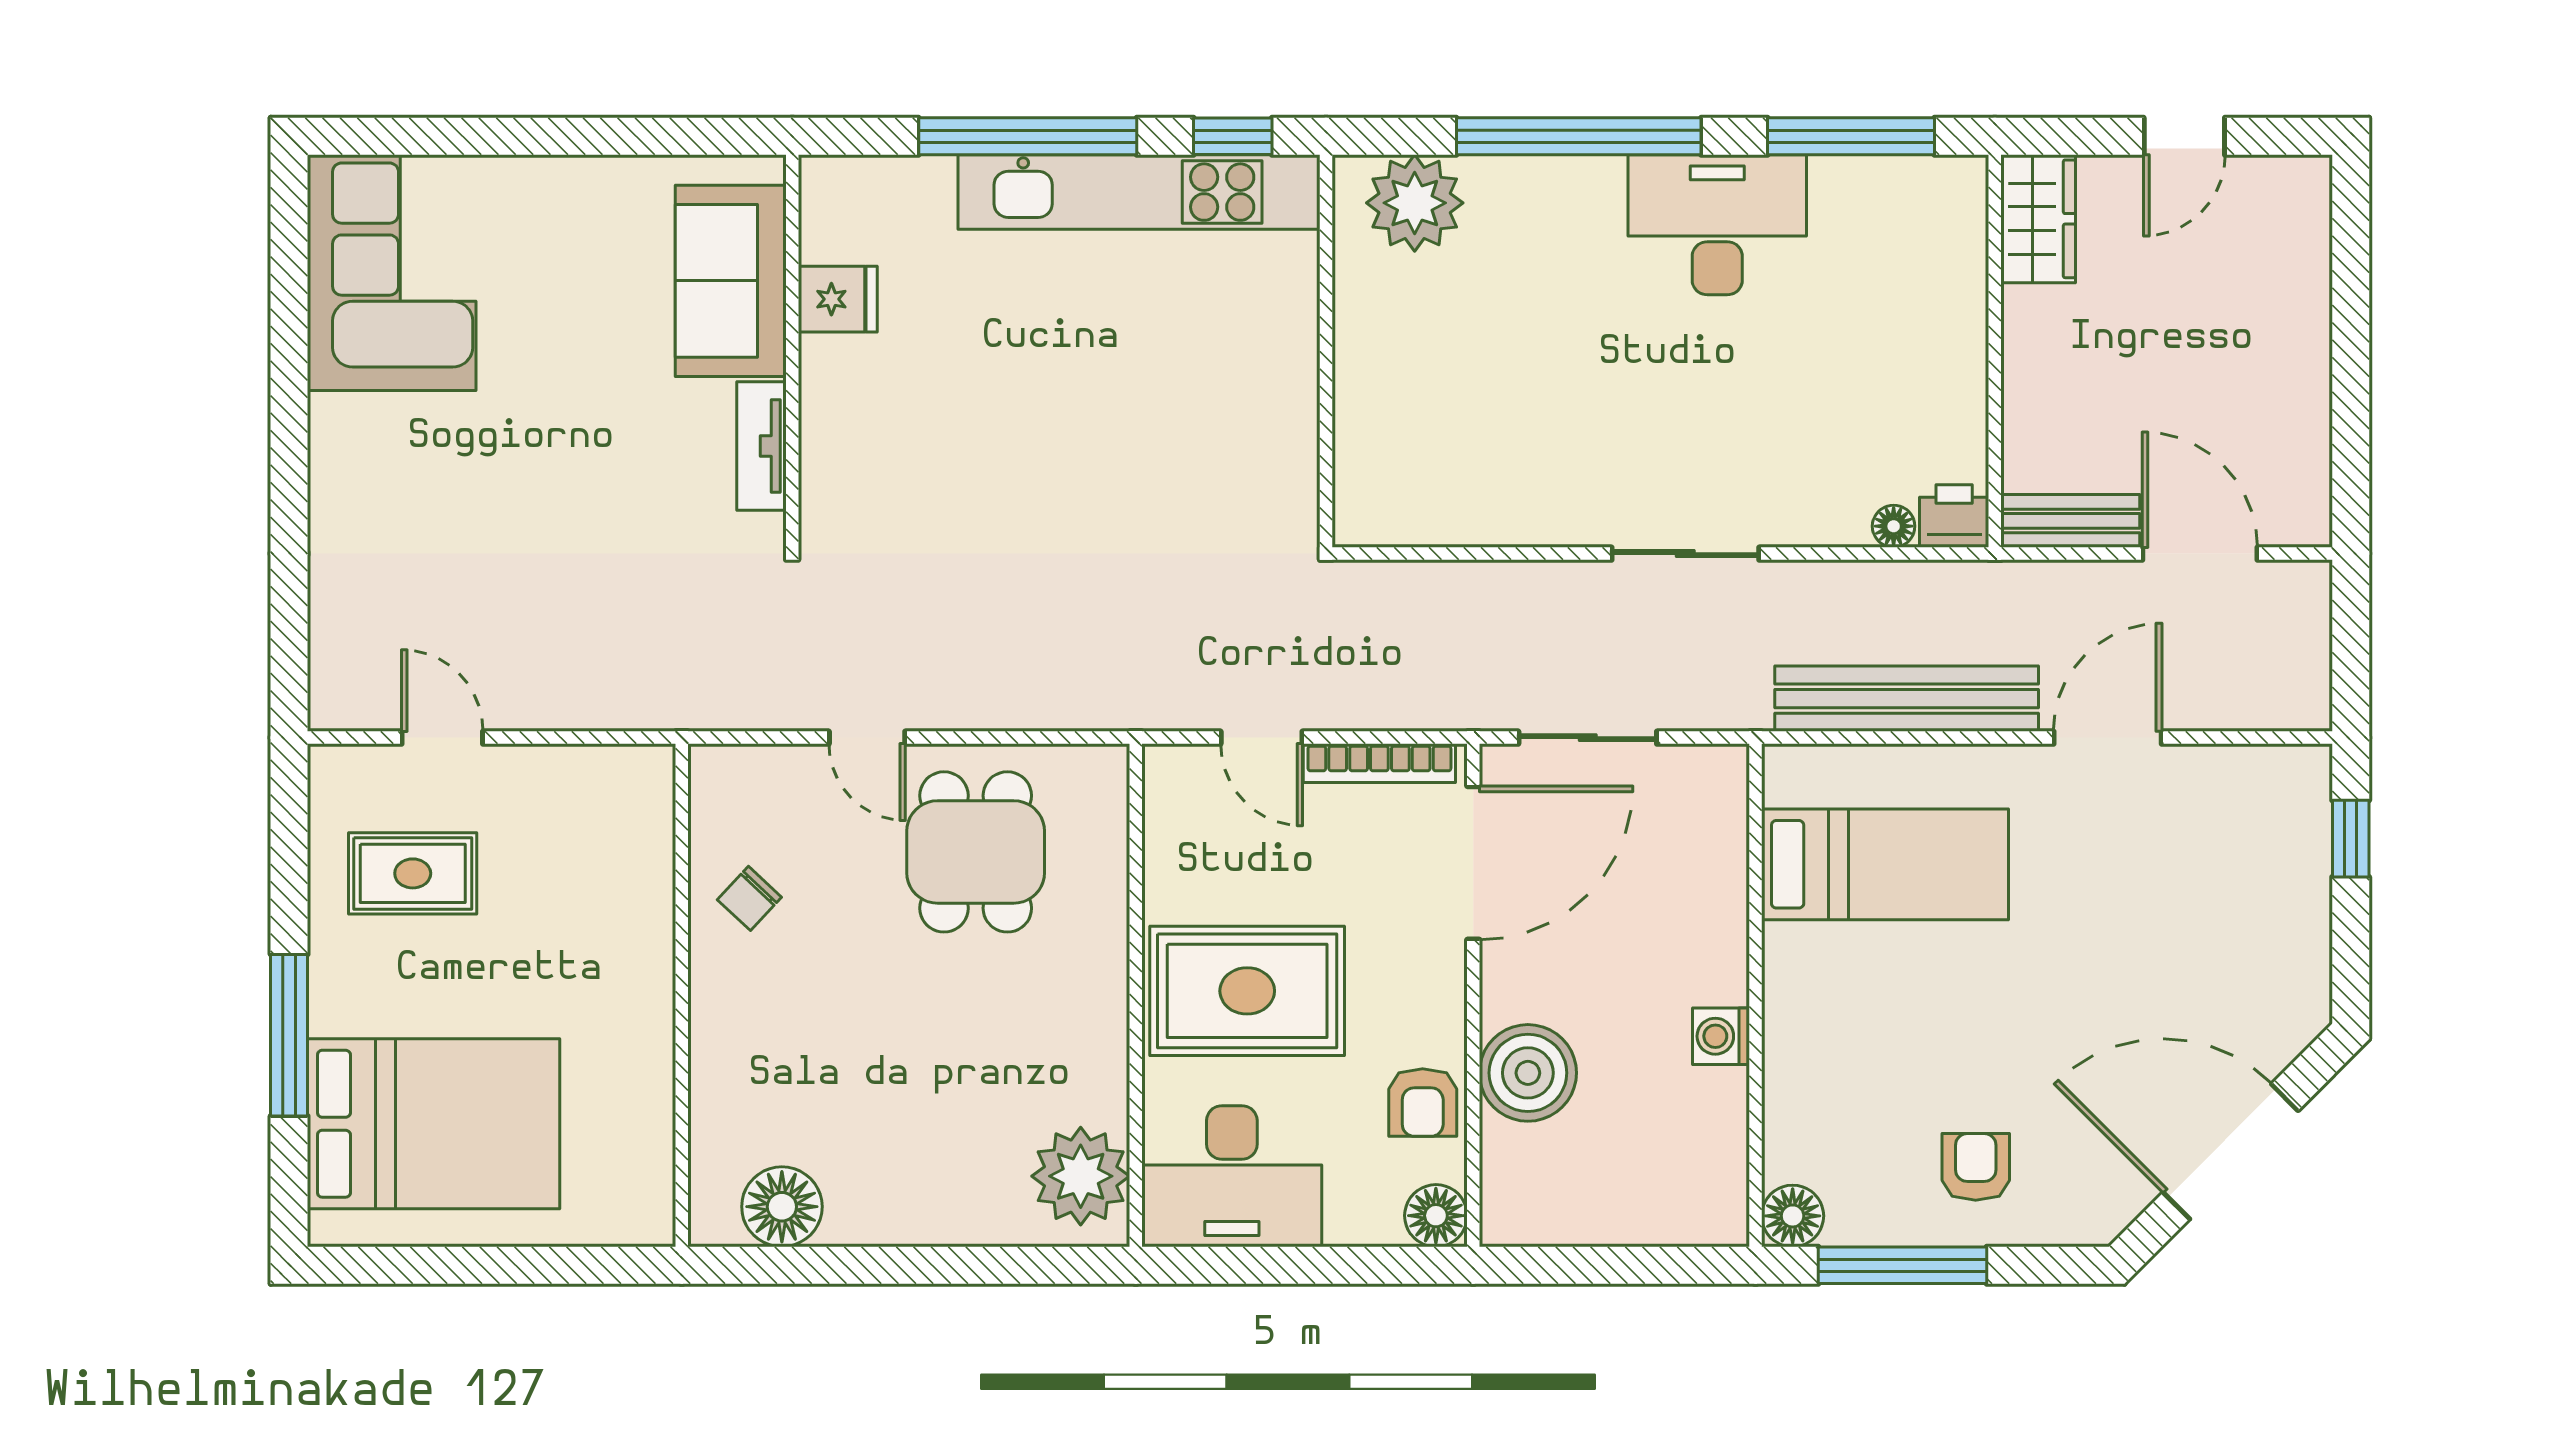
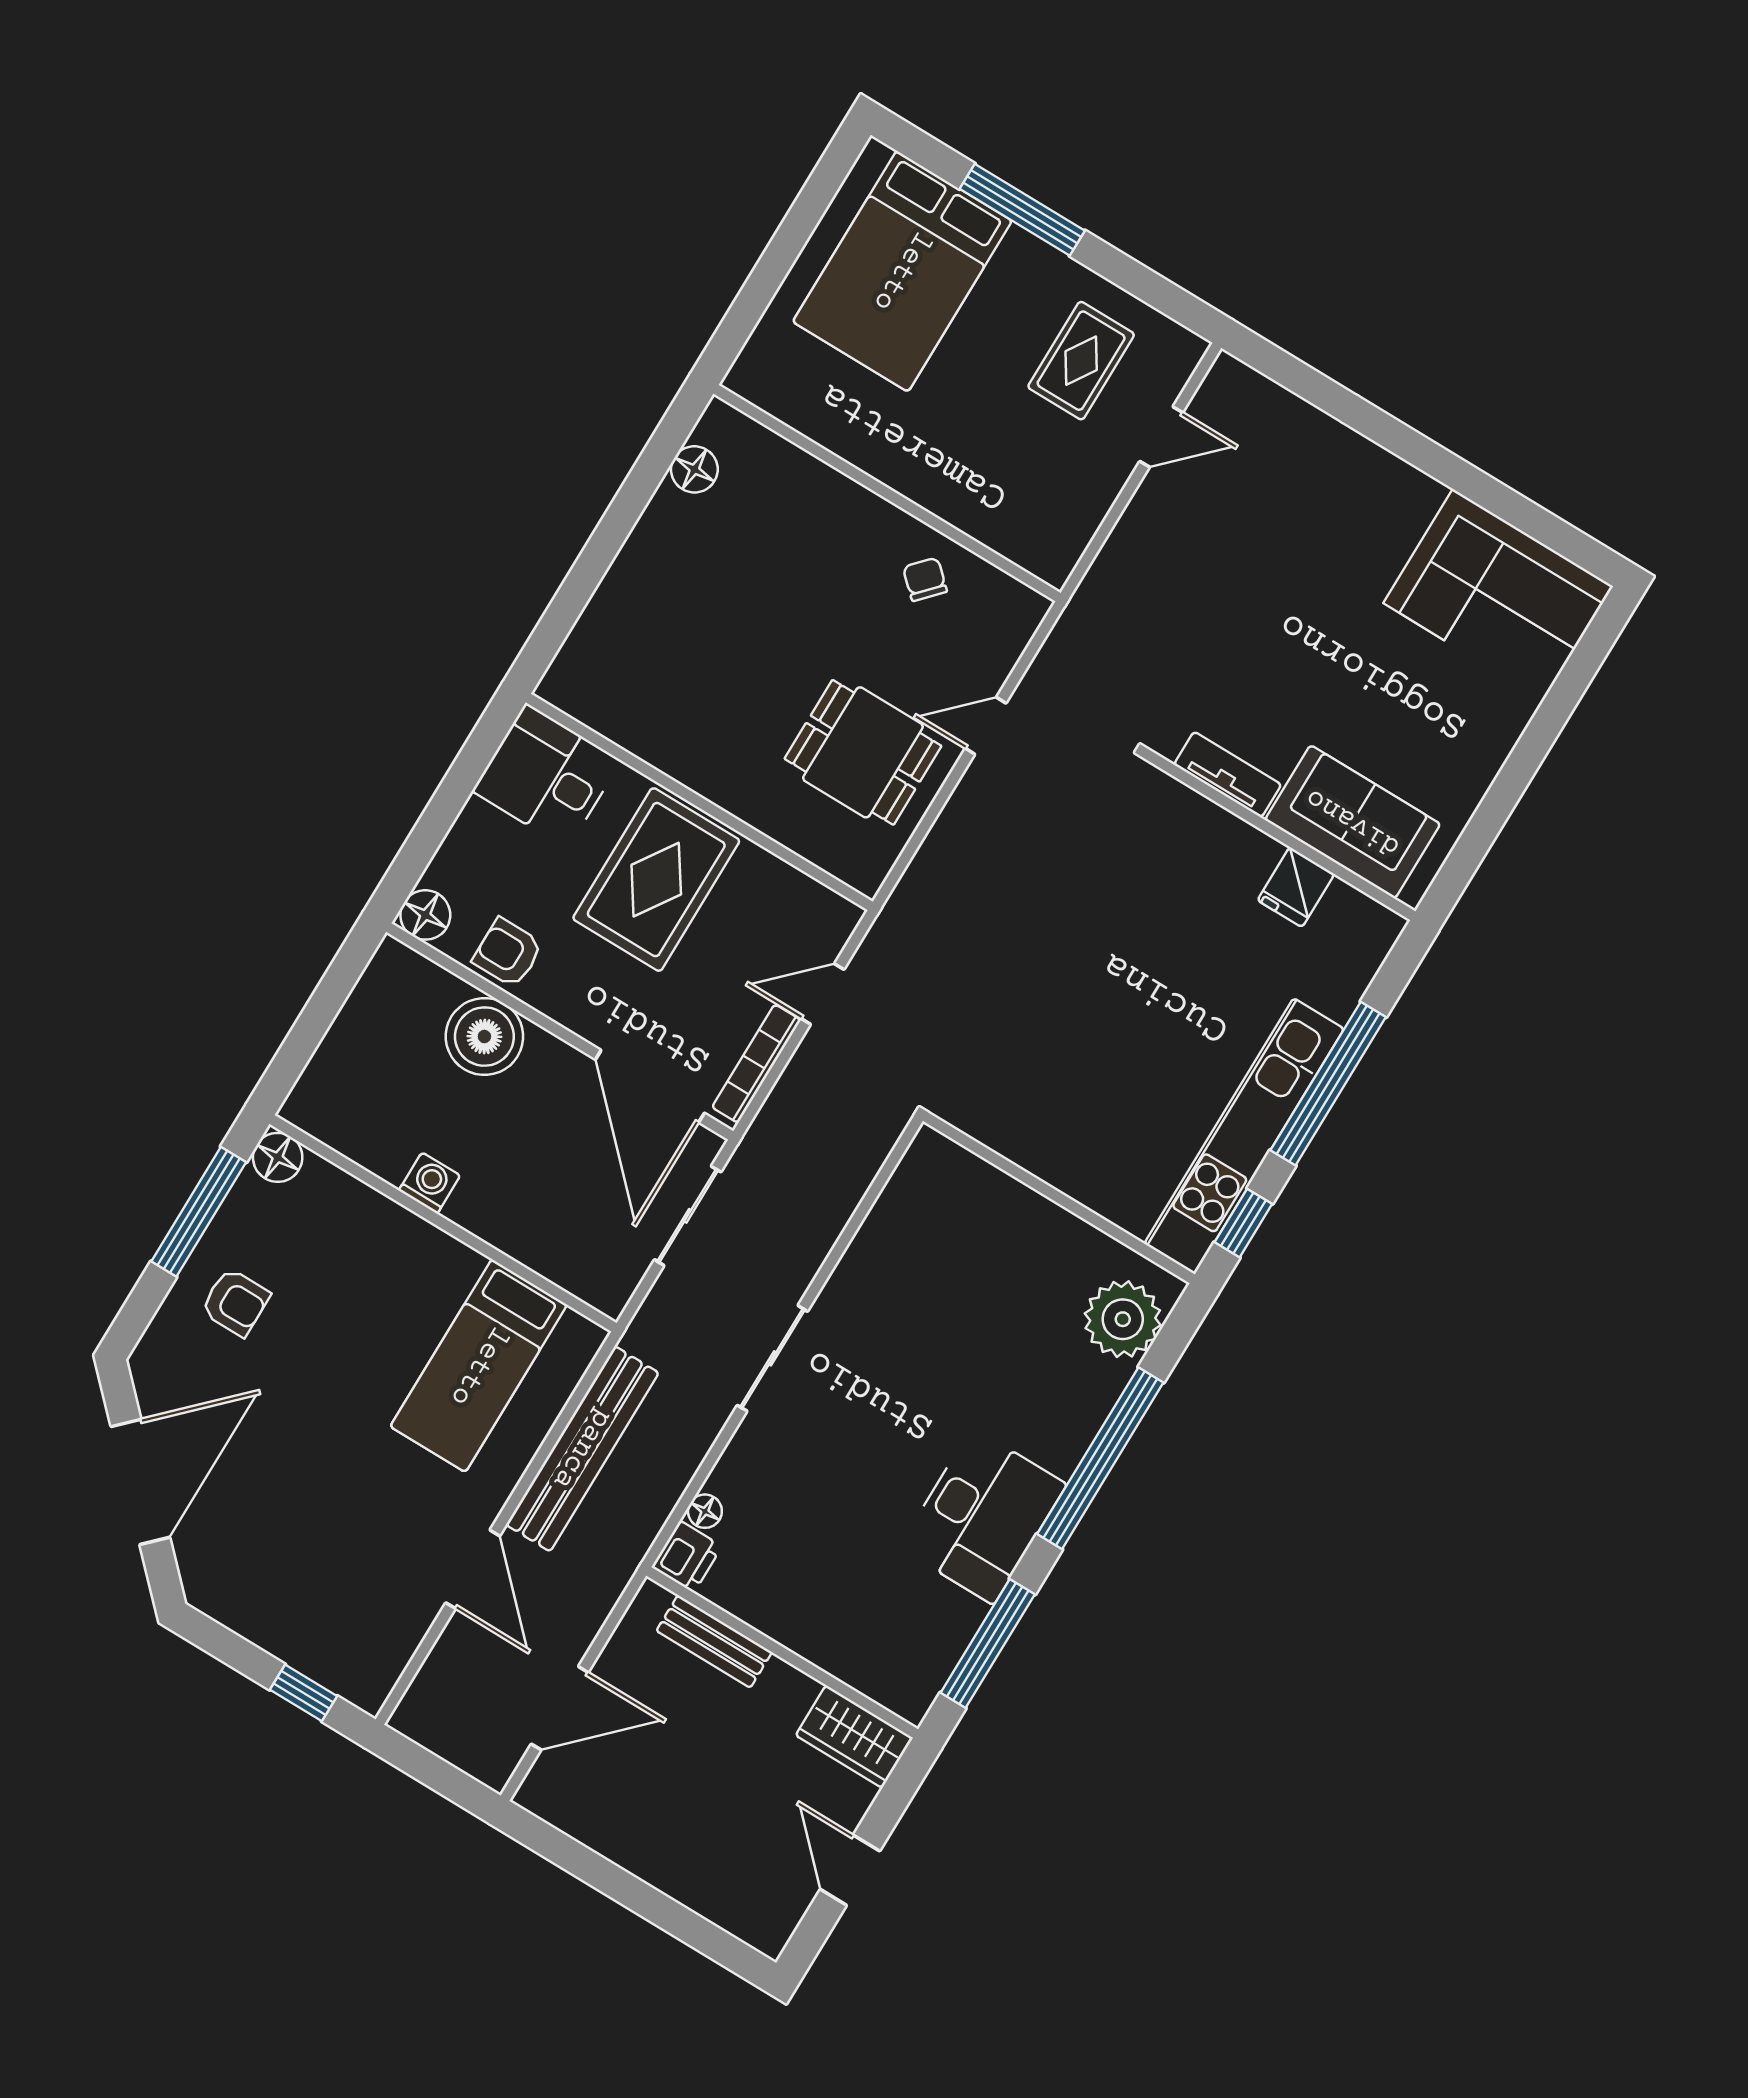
bench: (2070, 521) -> (714, 1641), moved, turned 90
plant: (1081, 1176) -> (599, 690), removed
desk: (1232, 1176) -> (547, 776), width x0.73
floor lamp: (782, 1207) -> (694, 469), width x0.73, depth x0.73

